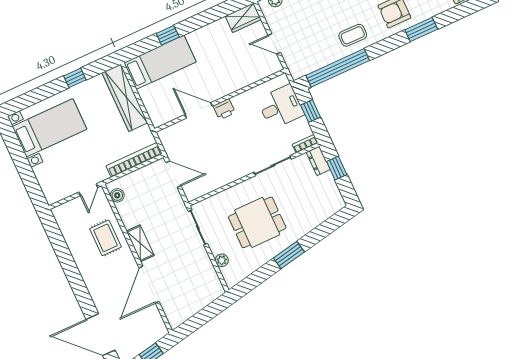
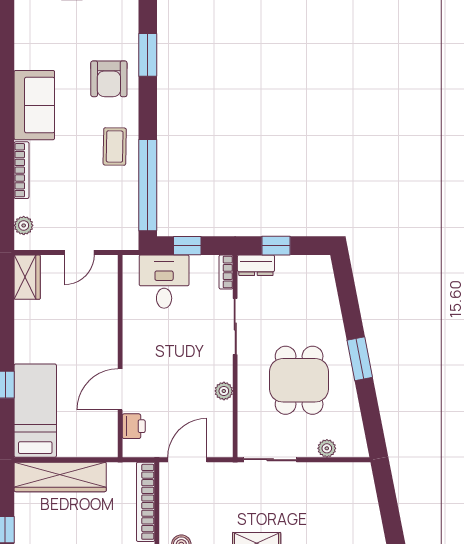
printer: (224, 109) -> (134, 426), moved
plant: (228, 177) -> (224, 391), added

